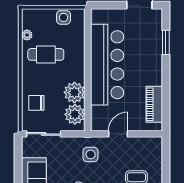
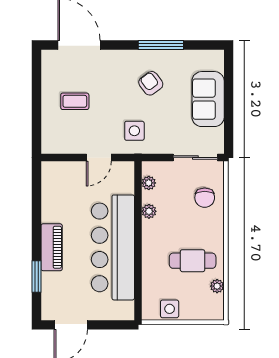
plant: (74, 92) -> (149, 211), width x0.53, depth x0.53
chair: (36, 103) -> (205, 198), turned 90
piano: (154, 104) -> (52, 247), moved
plant: (75, 114) -> (149, 183), width x0.53, depth x0.53

